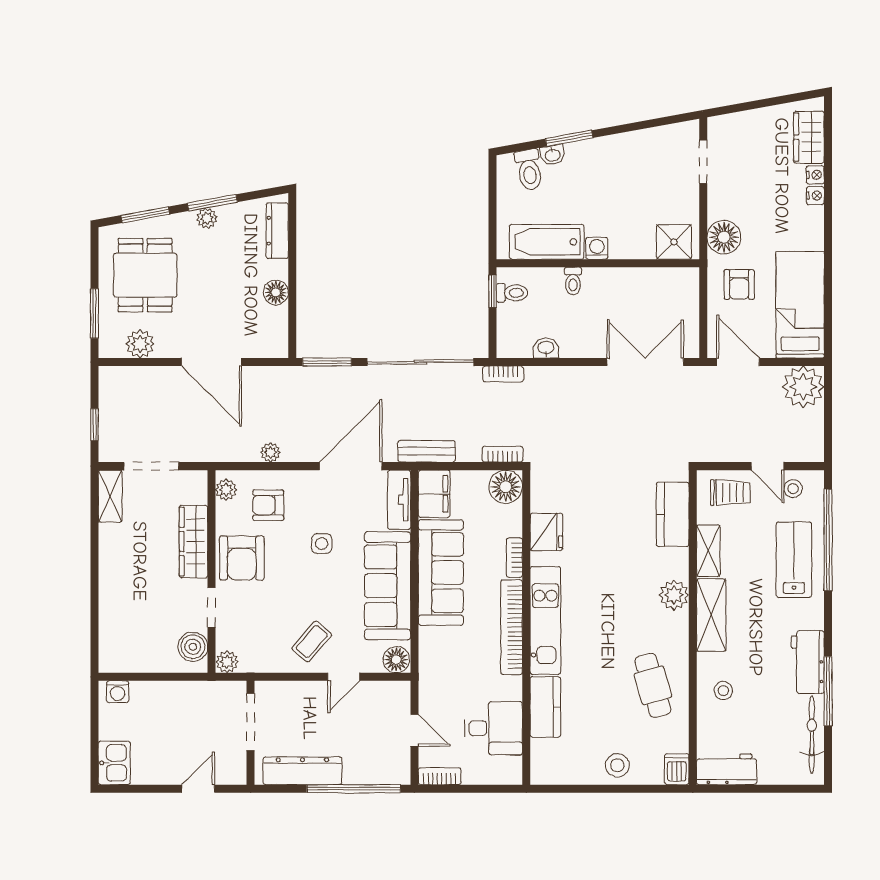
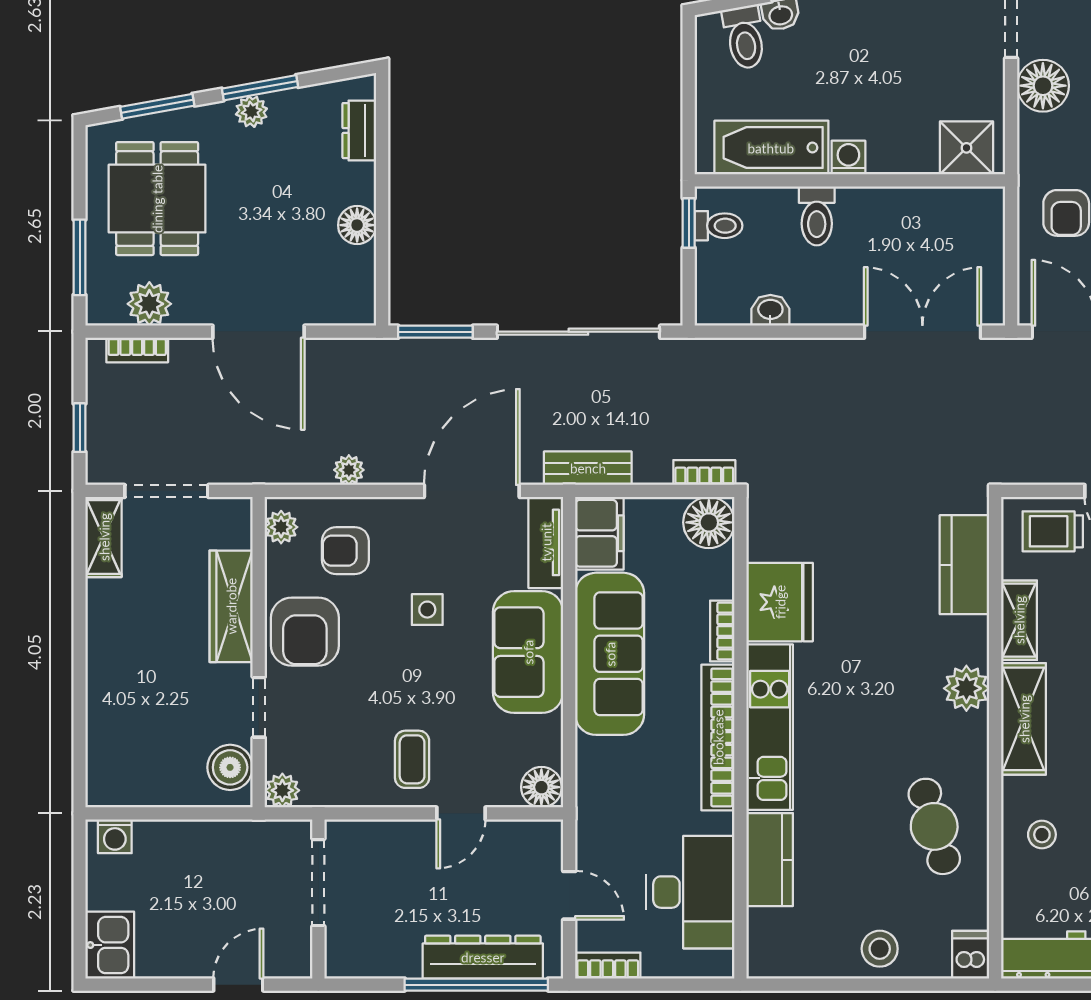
dresser: (277, 231) -> (359, 131), width x0.70
floor lamp: (724, 237) -> (1043, 86), moved
toilet: (573, 281) -> (817, 216), width x1.37, depth x1.39
bookcase: (503, 374) -> (137, 350), moved
trolley: (730, 493) -> (1053, 531), turned 180
fridge: (546, 532) -> (780, 602), width x1.36, depth x1.34
sofa: (388, 586) -> (528, 652), width x0.73
coffee table: (312, 641) -> (412, 759), turned -41
desk: (494, 728) -> (690, 892), width x1.37
dresser: (302, 771) -> (483, 957), moved

